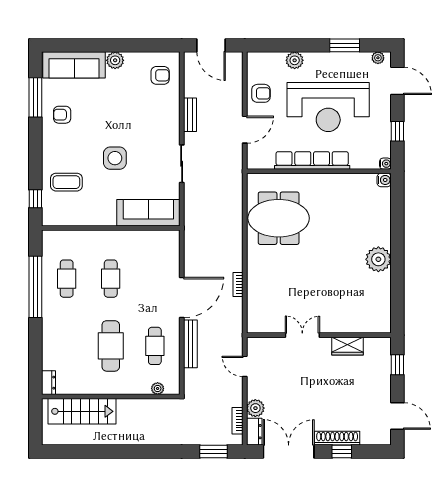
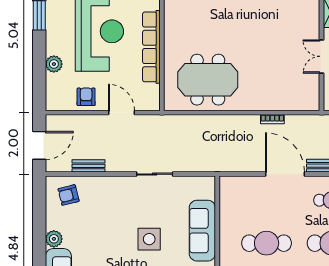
armchair: (160, 75) -> (69, 195), turned -104
bench: (190, 115) -> (89, 166), moved
sofa: (148, 213) -> (202, 231), moved
meeting table: (279, 218) -> (208, 80), turned 90
cafe table: (111, 279) -> (267, 243), width x1.37, depth x1.35

